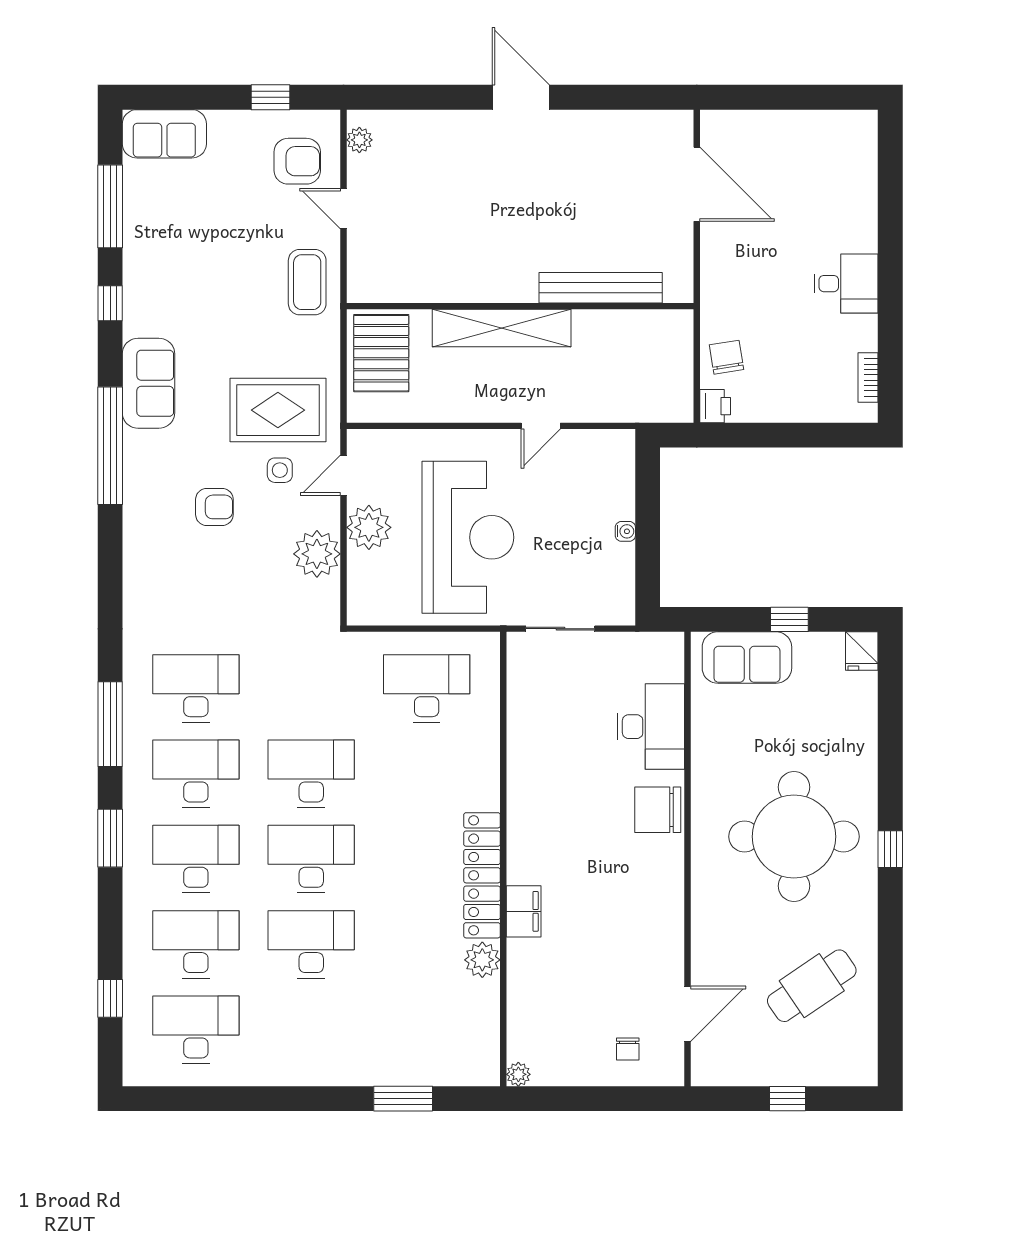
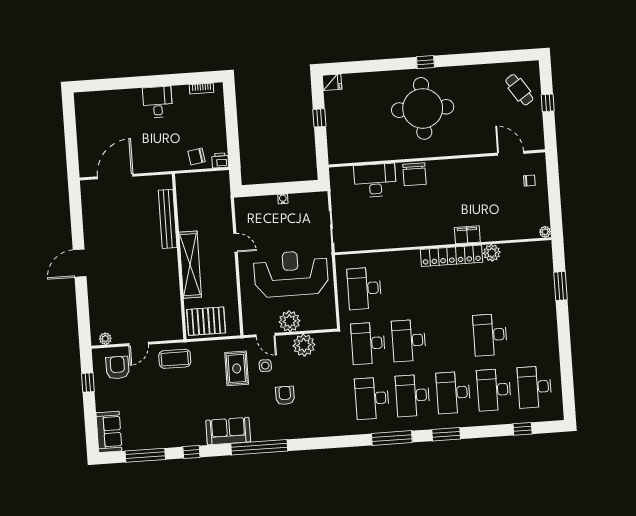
rug: (278, 410) -> (237, 368), width x0.73, depth x0.70
sofa: (747, 658) -> (339, 137), removed
desk: (311, 859) -> (368, 343), moved
cafe table: (812, 986) -> (519, 90), moved, width x0.73, depth x0.74

